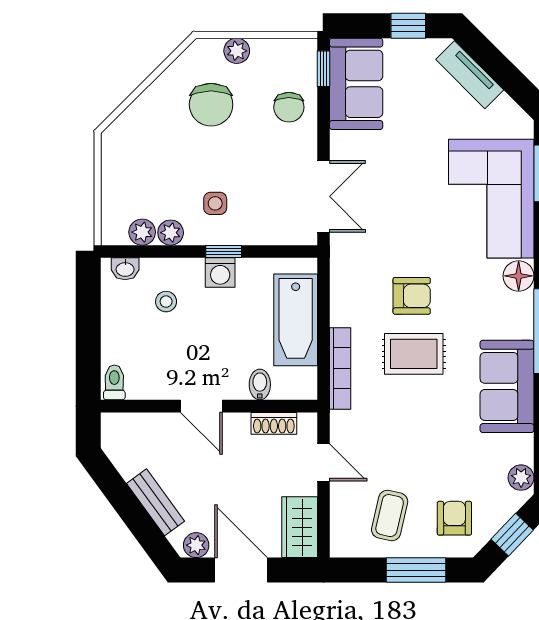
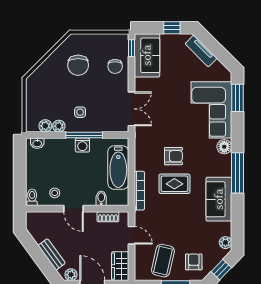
plant: (237, 51) -> (90, 40), removed
window: (224, 251) -> (84, 135), width x2.17
stool: (166, 302) -> (55, 193), moved
coffee table: (390, 516) -> (163, 261), width x1.36, depth x1.30

